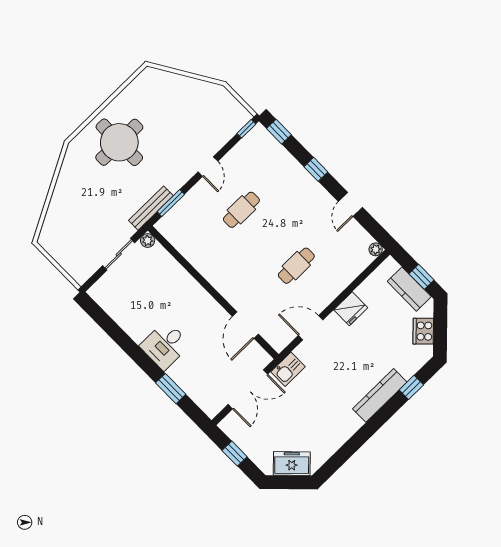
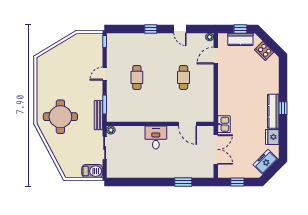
window: (279, 132) -> (119, 29), removed
round table: (119, 142) -> (60, 117), moved
door: (208, 167) -> (105, 74), swing flipped
barbecue: (76, 267) -> (92, 171), added
fridge: (351, 309) -> (272, 137), moved, turned 180
door: (311, 328) -> (216, 55), moved
desk: (165, 345) -> (156, 137), moved, turned 180
window: (411, 387) -> (283, 108), moved
kitchen counter: (380, 395) -> (273, 111), moved

